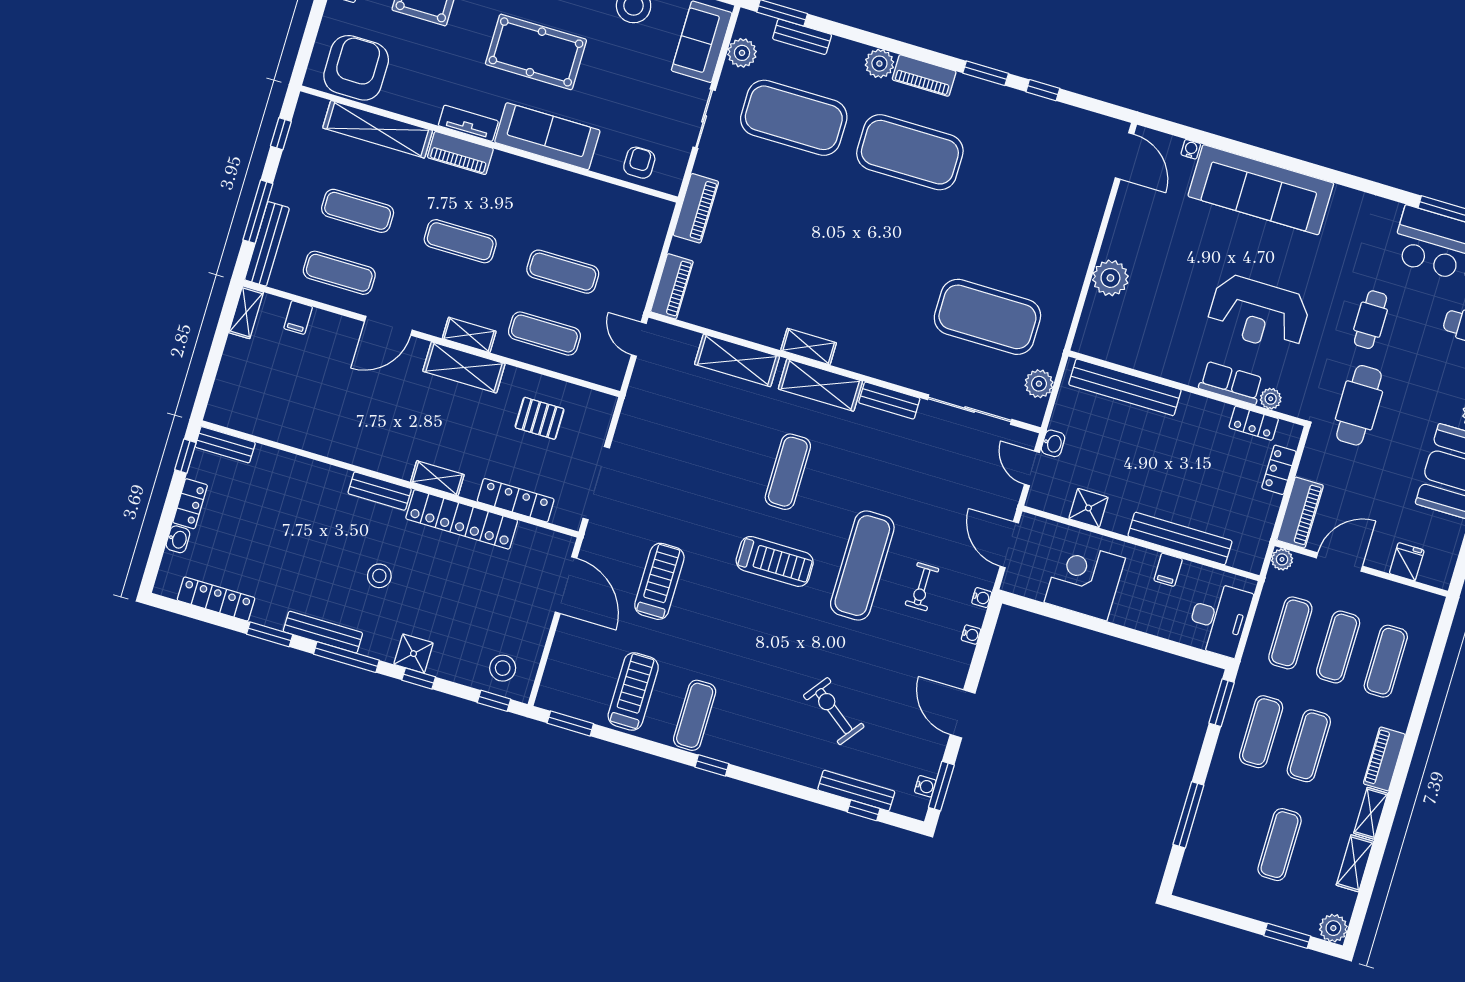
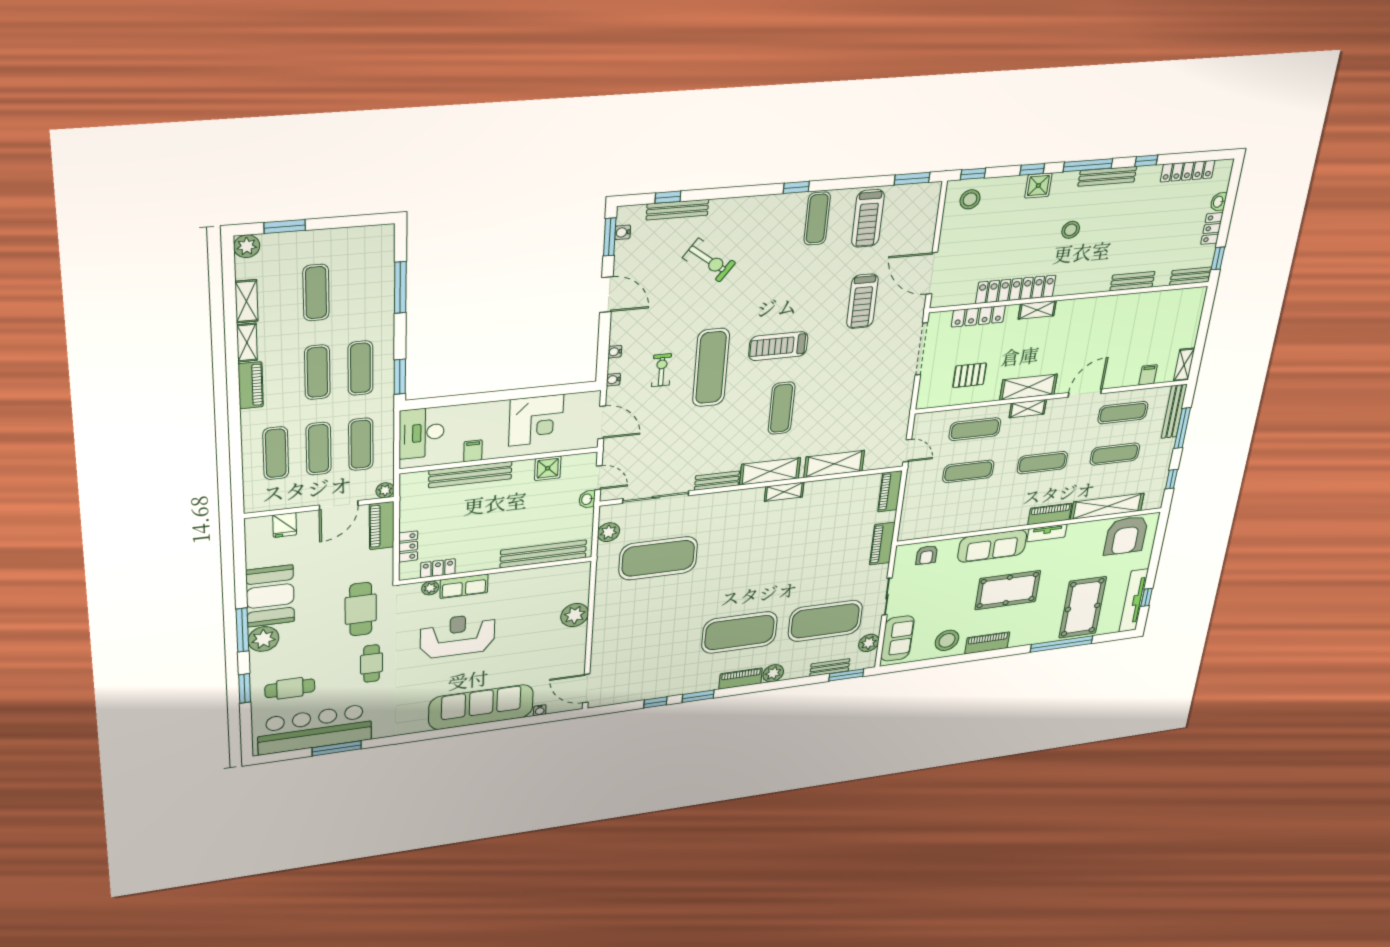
bench: (380, 491) -> (1132, 281), moved
window: (270, 634) -> (1146, 161), width x0.67

